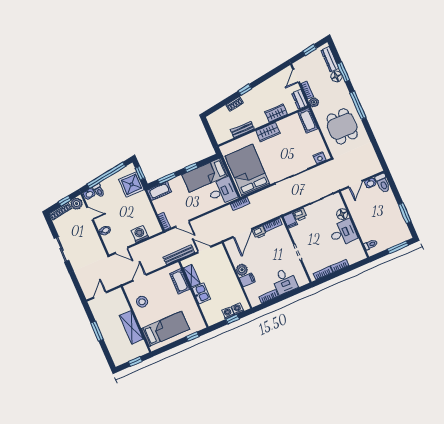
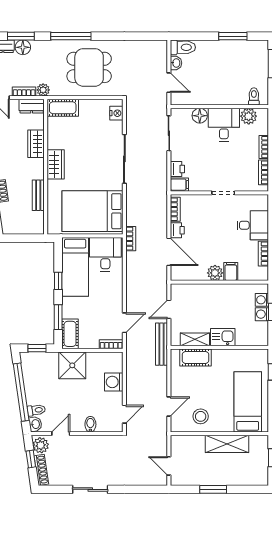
shower: (131, 184) -> (72, 365), moved
plant: (356, 247) -> (249, 116), added
door: (140, 278) -> (169, 406), swing flipped

